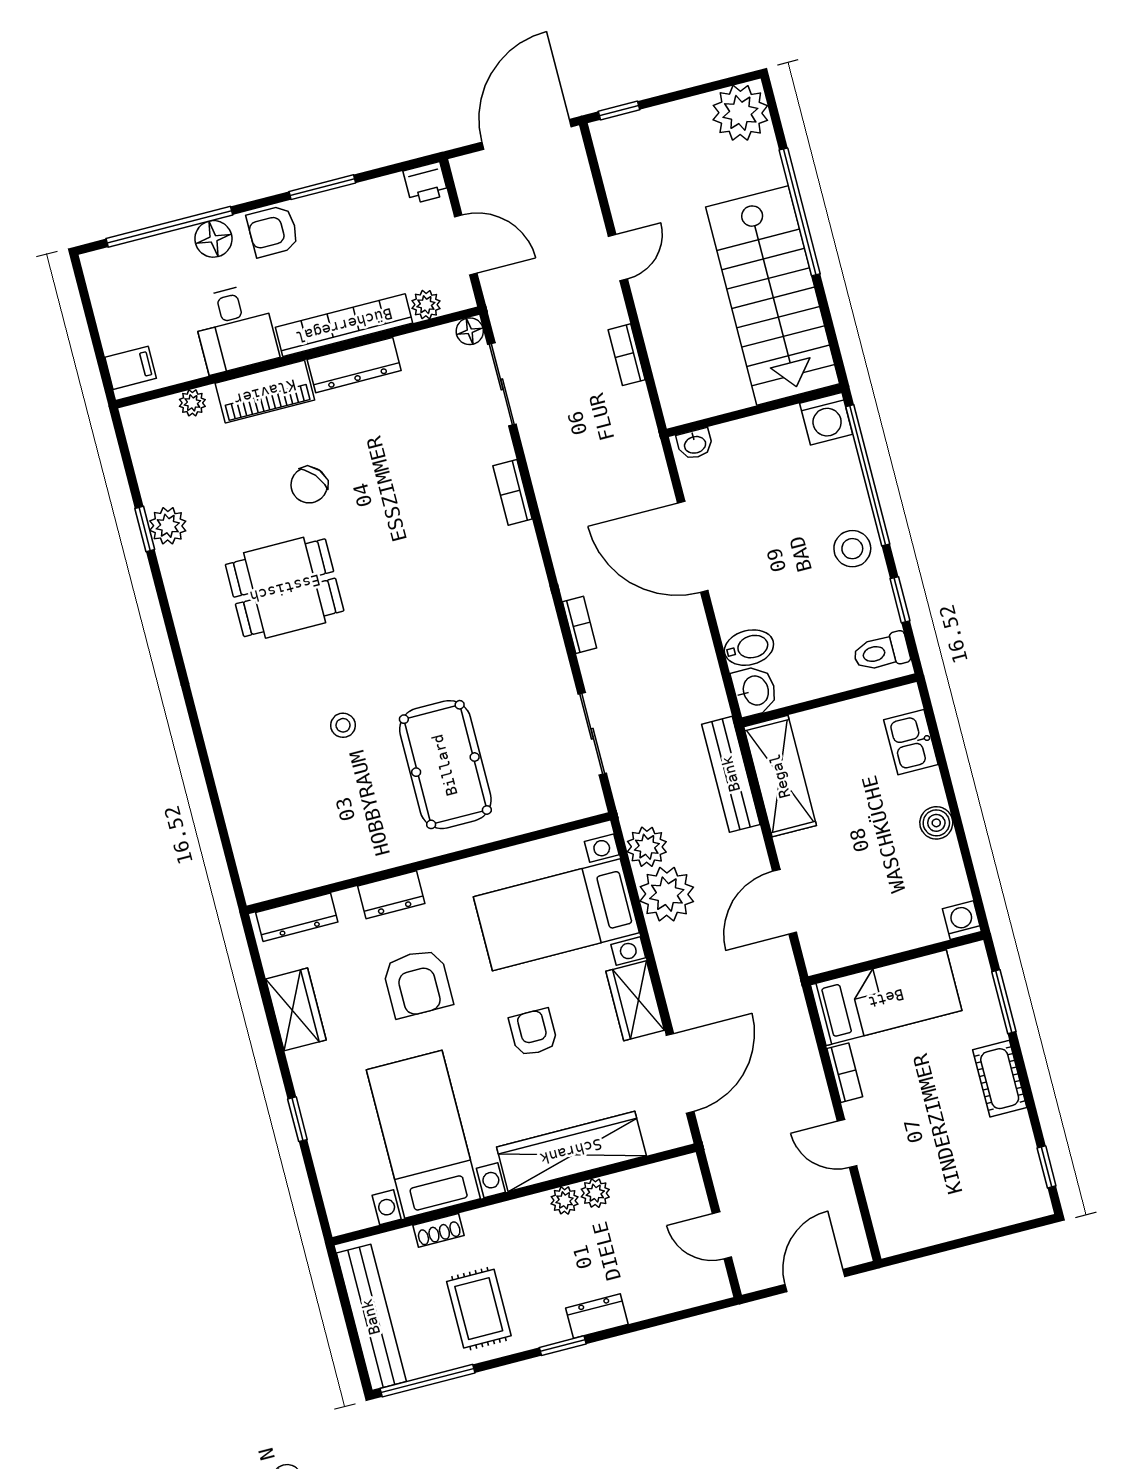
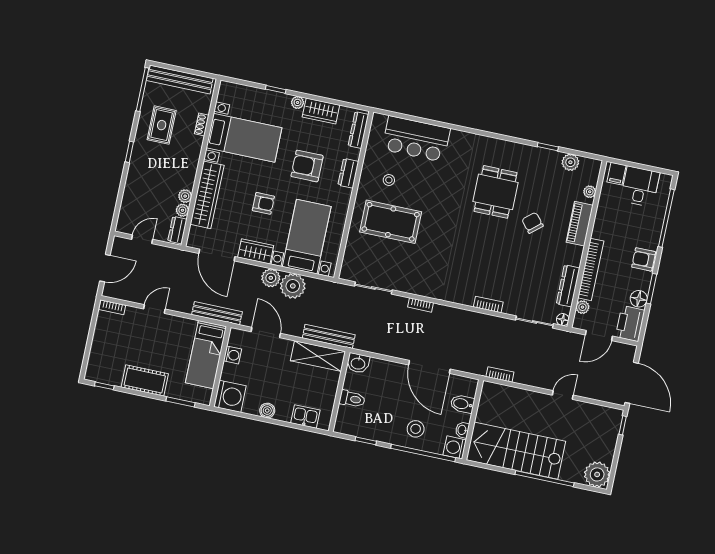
printer: (426, 183) -> (630, 323), width x1.87, depth x1.48
armchair: (273, 231) -> (644, 259), turned -90
floor lamp: (213, 239) -> (639, 299), moved
door: (618, 258) -> (563, 395), swing flipped
desk: (235, 328) -> (640, 187), moved, turned 90
bookcase: (627, 355) -> (500, 374), moved
dresser: (354, 365) -> (568, 286), moved
washbasin: (695, 444) -> (462, 430), moved
plant: (168, 526) -> (570, 162), moved
door: (693, 547) -> (429, 367), swing flipped
stool: (852, 549) -> (416, 429), moved
bidet: (749, 648) -> (462, 404), moved, turned 90
toilet: (881, 652) -> (352, 399), moved, turned 90
stool: (343, 725) -> (389, 180), moved
bar counter: (258, 795) -> (416, 139), added
plant: (647, 847) -> (271, 278), moved
washing machine: (962, 920) -> (230, 396), width x1.89, depth x1.89
washing machine: (861, 945) -> (233, 355), added
bench: (794, 1016) -> (217, 313), added
plant: (302, 1064) -> (298, 102), added
bookcase: (845, 1073) -> (112, 307), moved
cot: (1000, 1079) -> (145, 380), width x1.37, depth x1.34
plant: (565, 1200) -> (182, 210), moved
door: (815, 1280) -> (105, 268), hinge flipped
rug: (479, 1309) -> (162, 125), turned 90
dresser: (597, 1316) -> (177, 230), moved, turned 180

